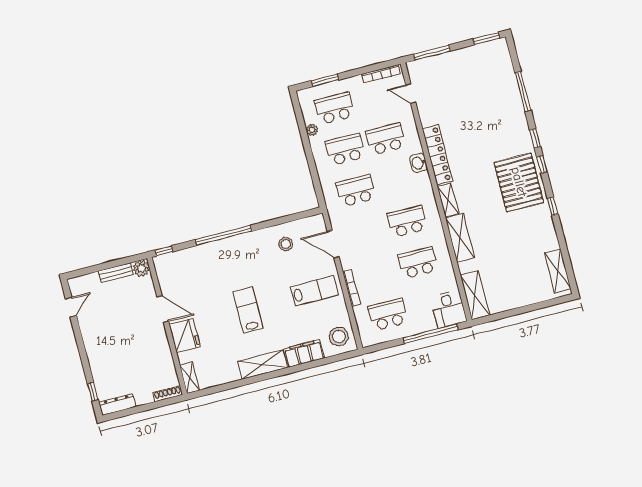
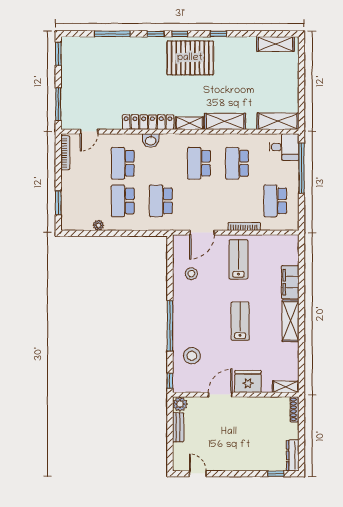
school desk: (335, 108) -> (85, 201), removed
lab bench: (248, 310) -> (240, 321), turned 90
stool: (339, 336) -> (192, 356), moved

